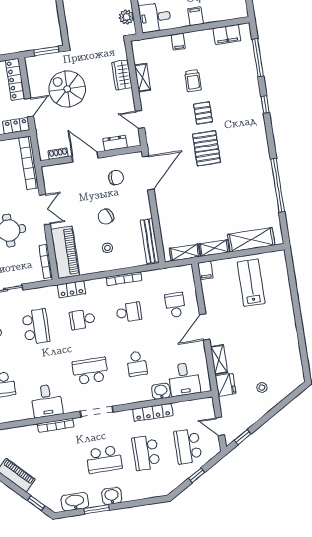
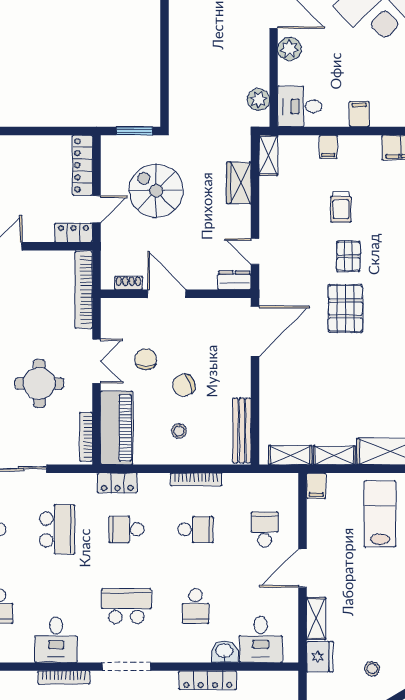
shelving: (143, 78) -> (268, 155), moved
dresser: (115, 143) -> (234, 280), moved
chair: (116, 178) -> (146, 359), moved, turned -90

